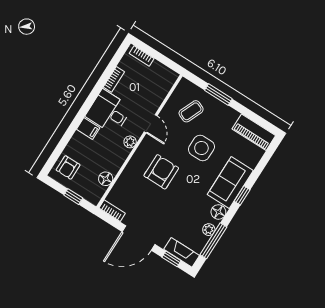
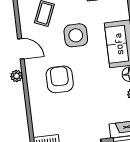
floor lamp: (106, 179) -> (21, 120), removed

